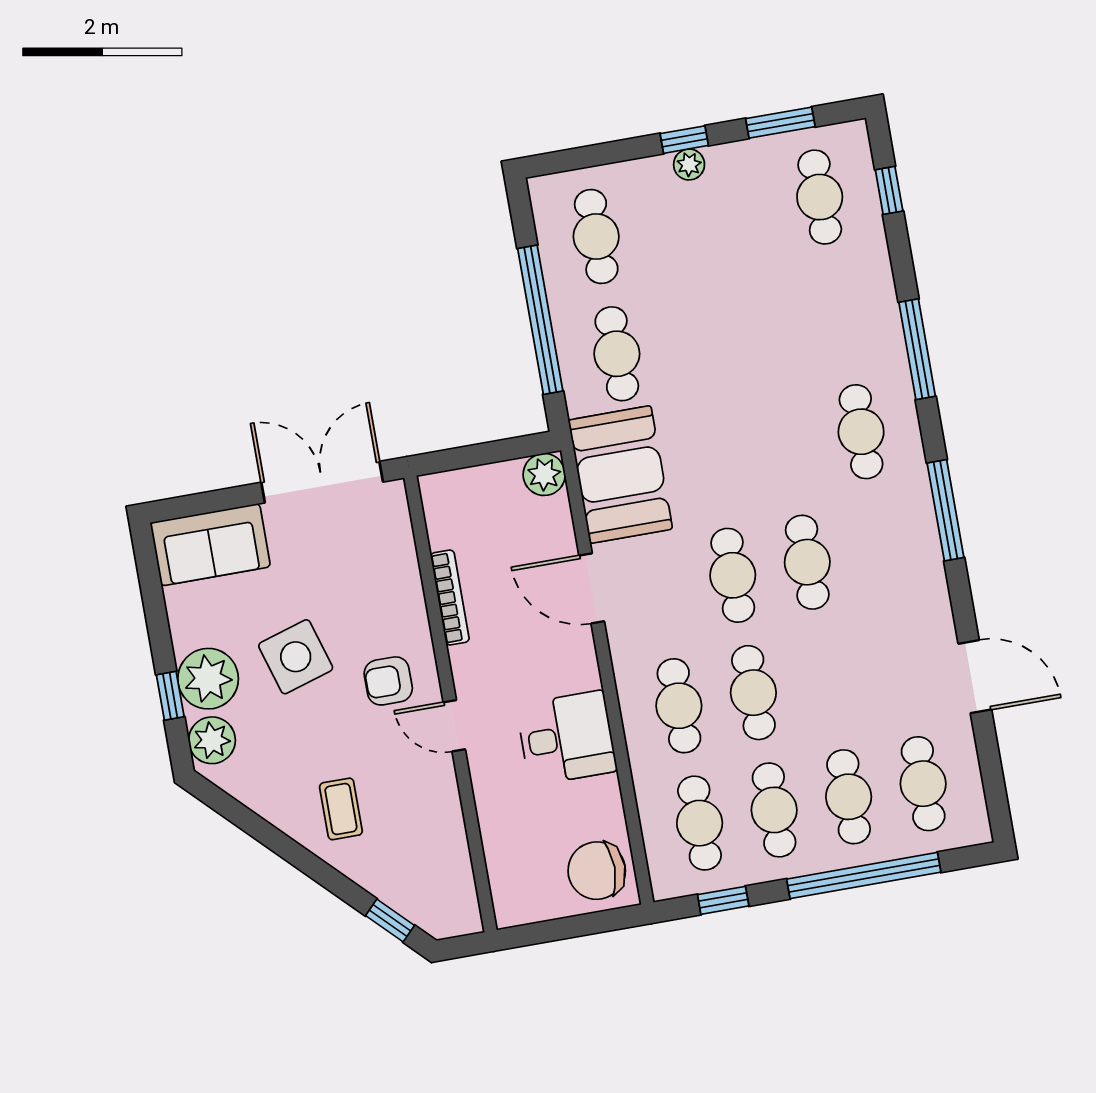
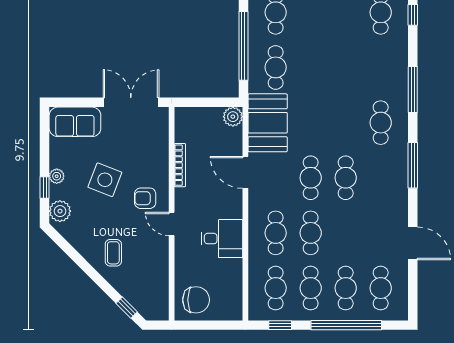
side table: (296, 657) -> (105, 180), turned 38
plant: (208, 679) -> (57, 176), width x0.53, depth x0.53
chair: (597, 871) -> (196, 300), moved, turned 180

